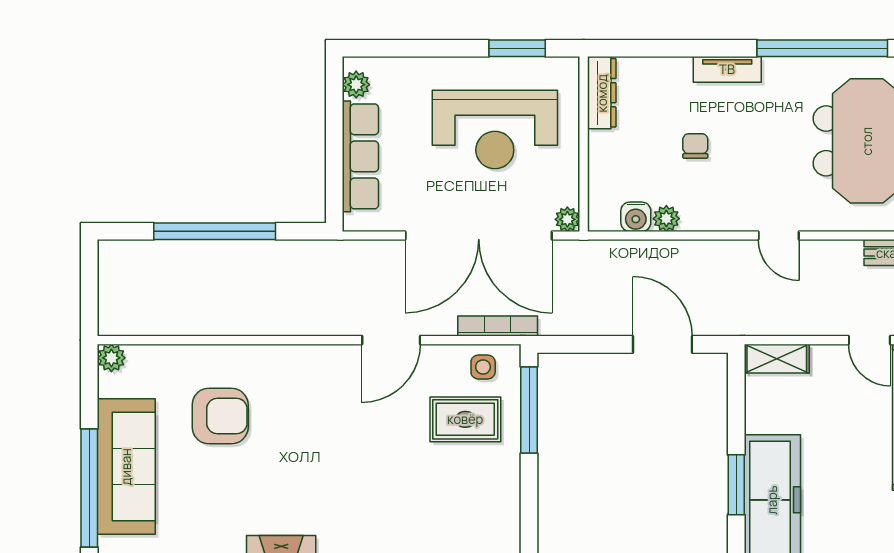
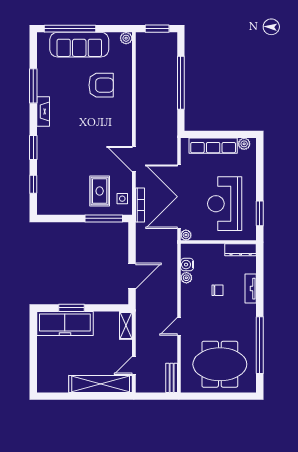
tv unit: (727, 69) -> (251, 289), moved
window: (89, 286) -> (157, 29), added
armchair: (220, 416) -> (101, 85), turned -90

